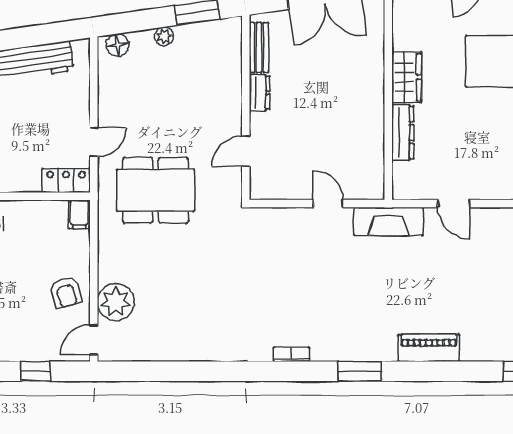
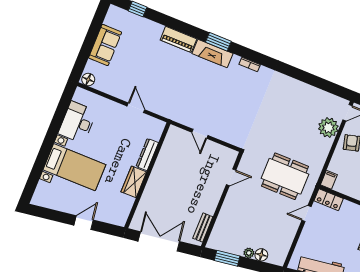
floor lamp: (117, 45) -> (261, 255), moved
dresser: (259, 93) -> (212, 204), removed
fireplace: (388, 221) -> (213, 54), moved, turned 180

